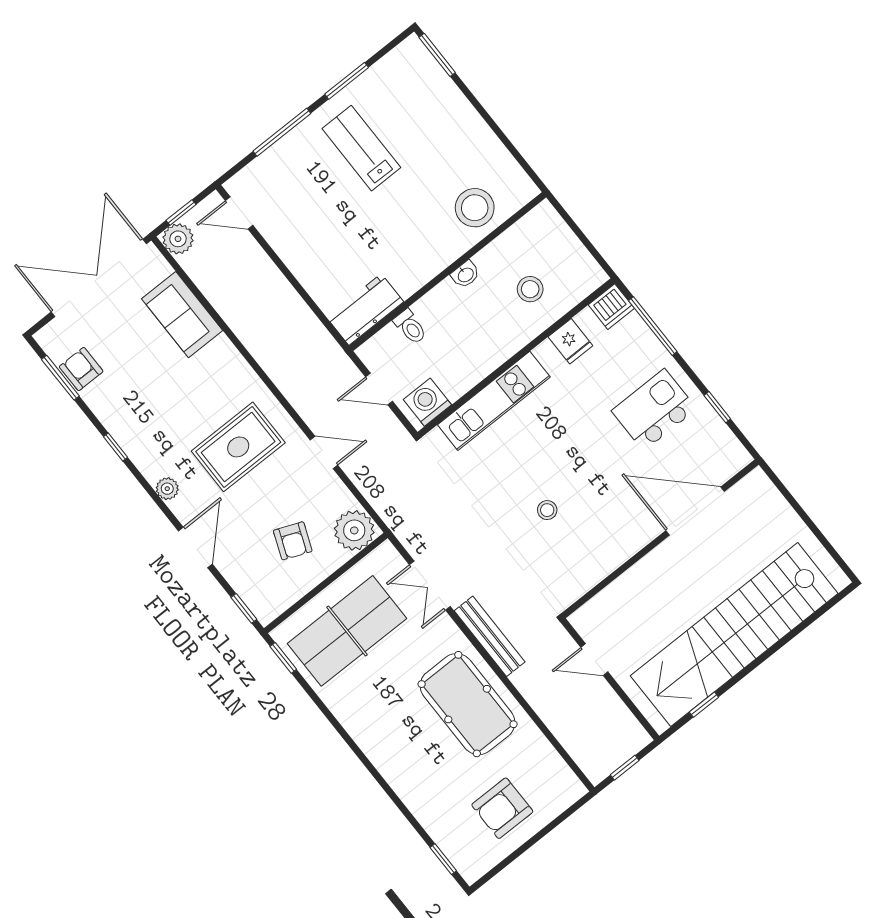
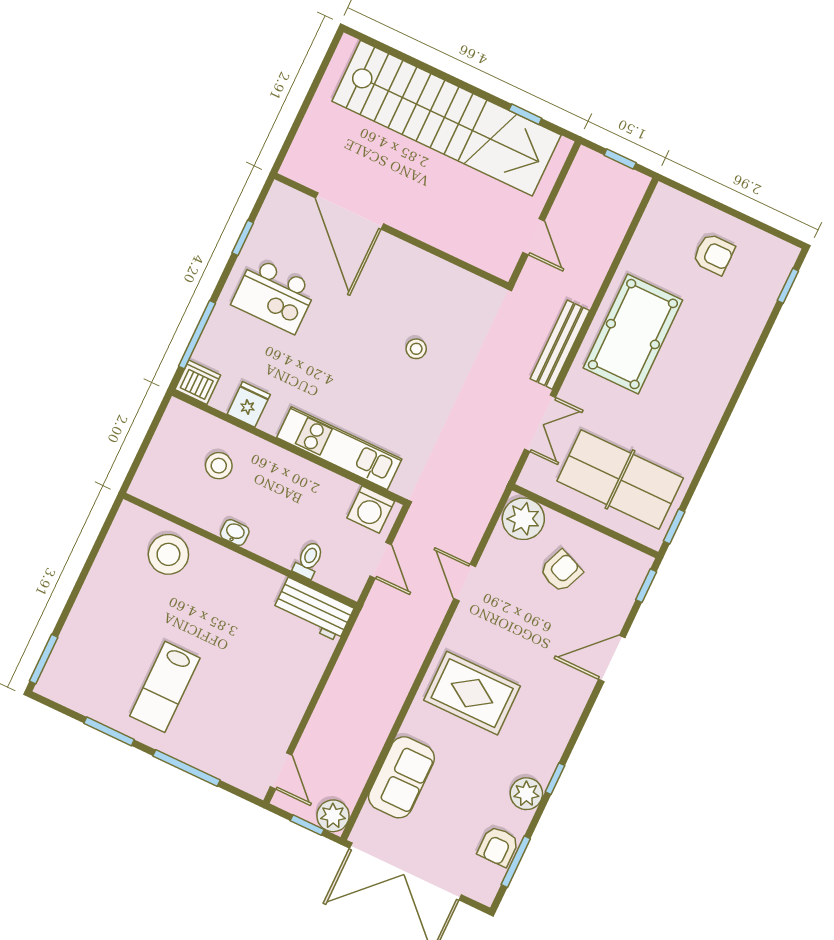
rug: (238, 447) -> (472, 693), moved
plant: (167, 489) -> (526, 794), moved, width x1.38, depth x1.38
armchair: (502, 808) -> (714, 254), width x0.72, depth x0.72

